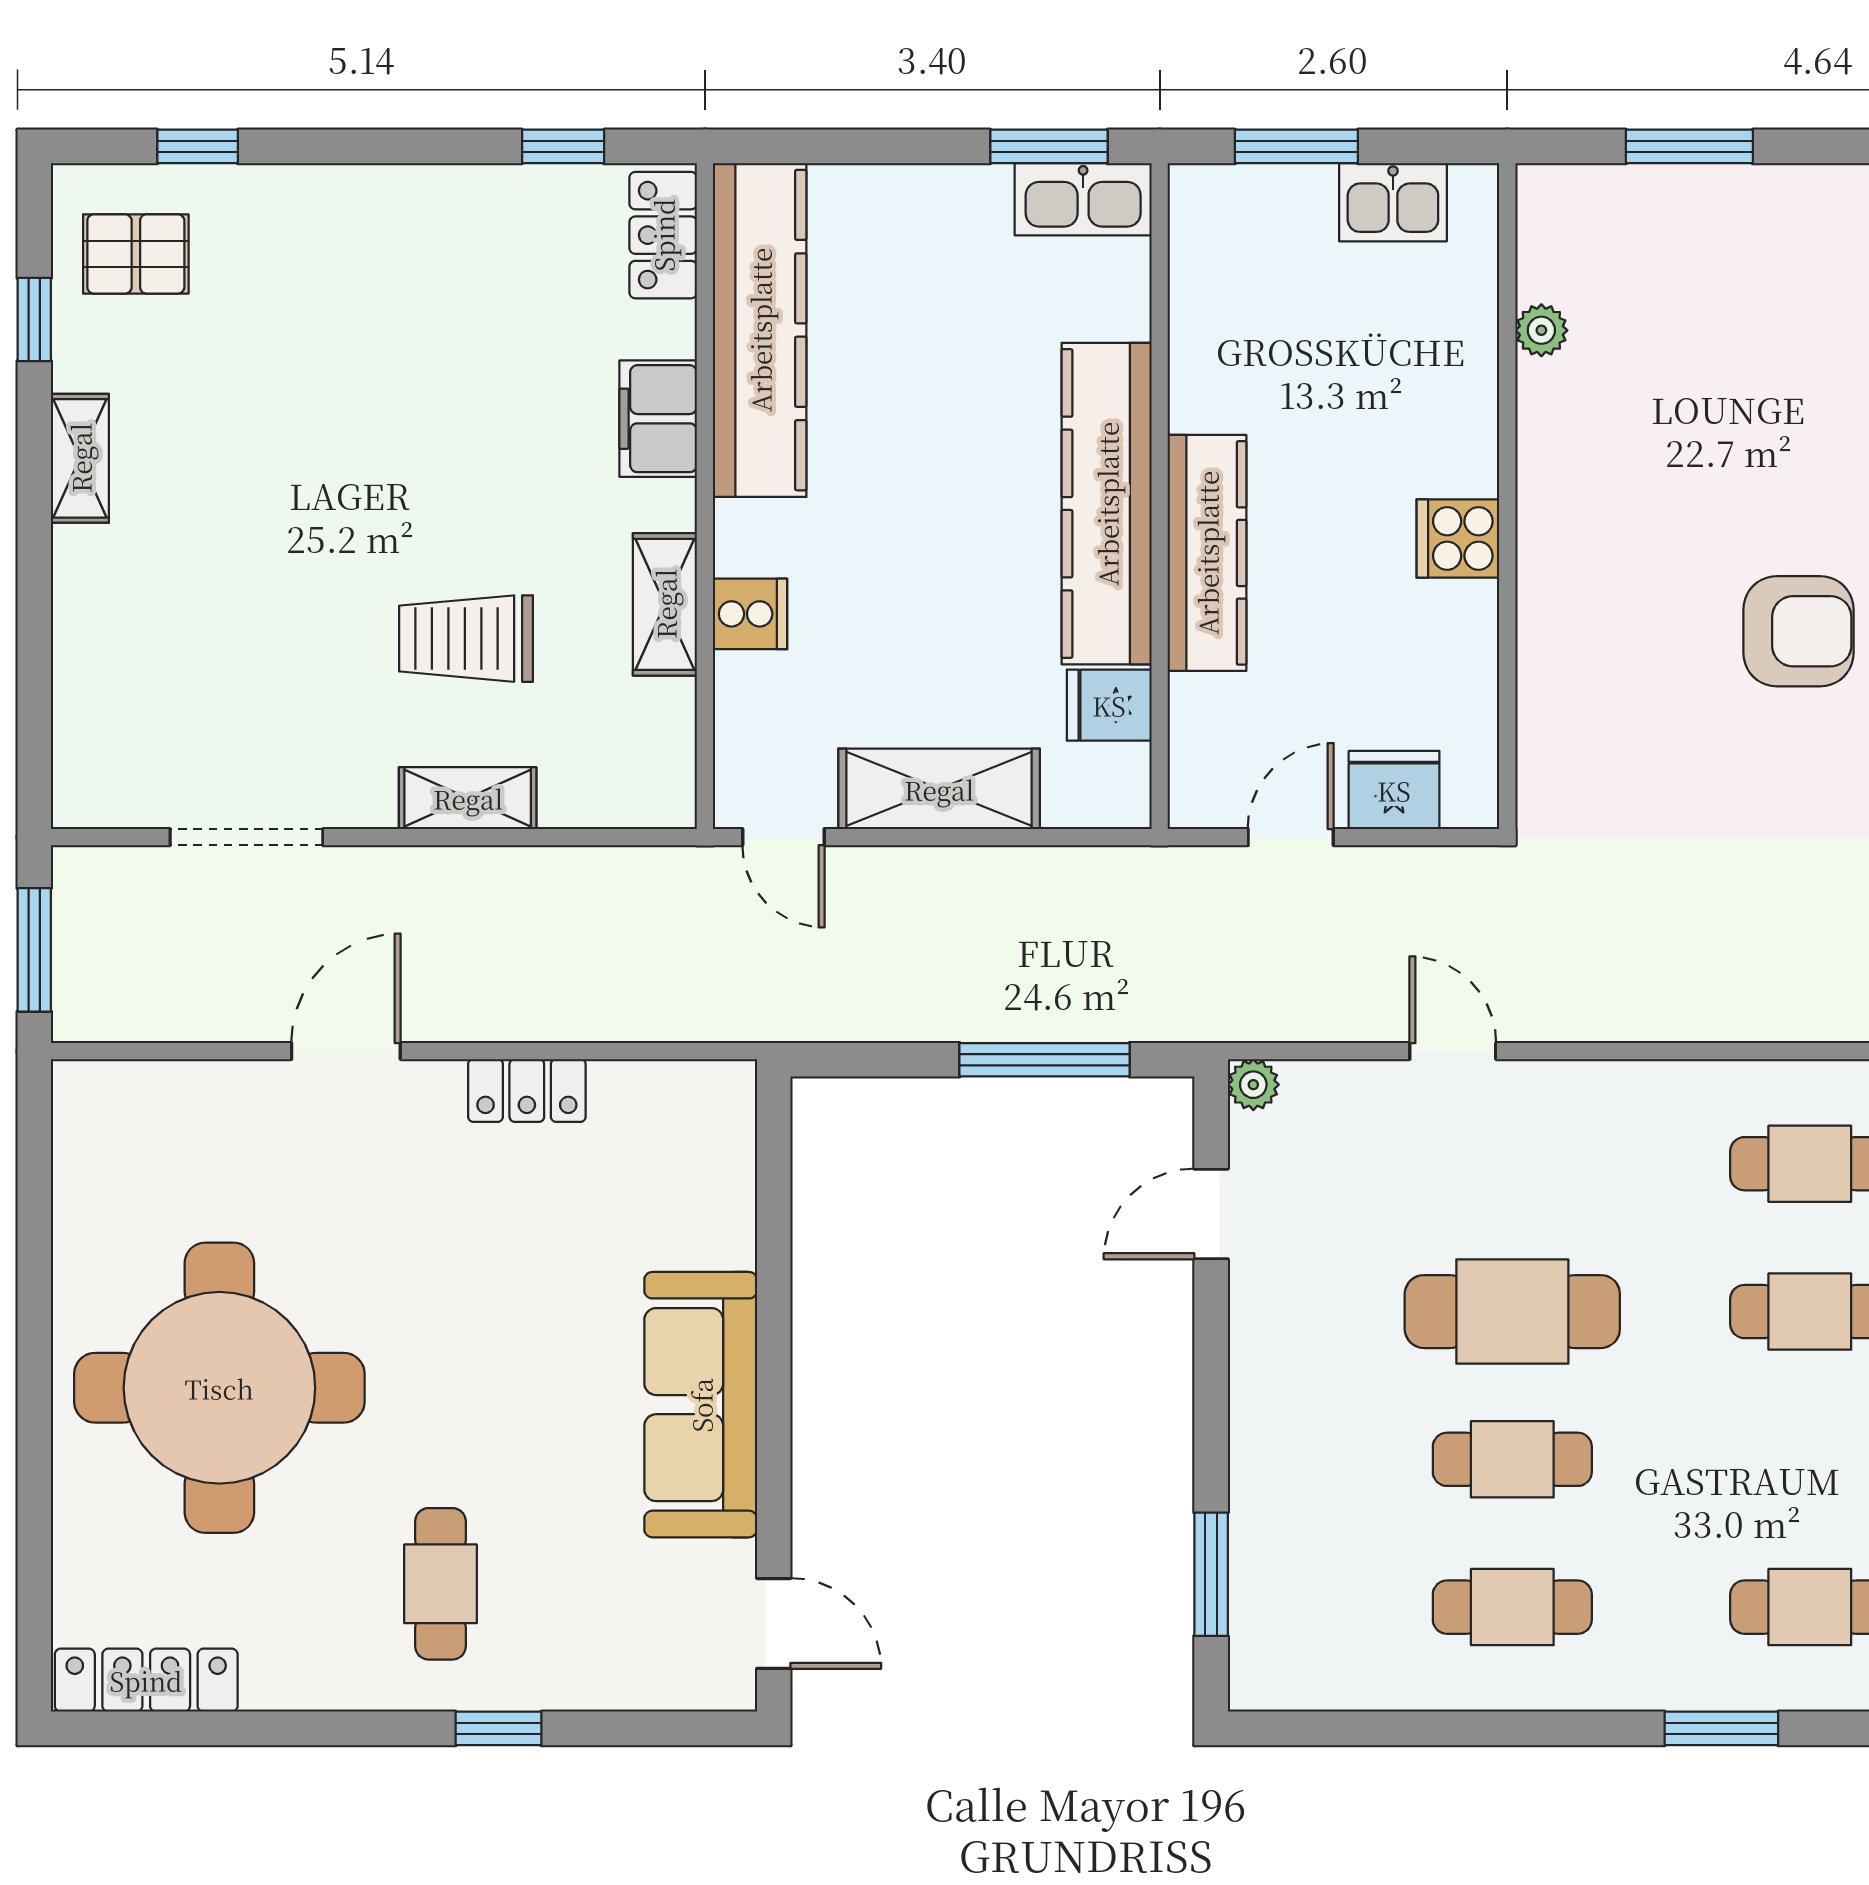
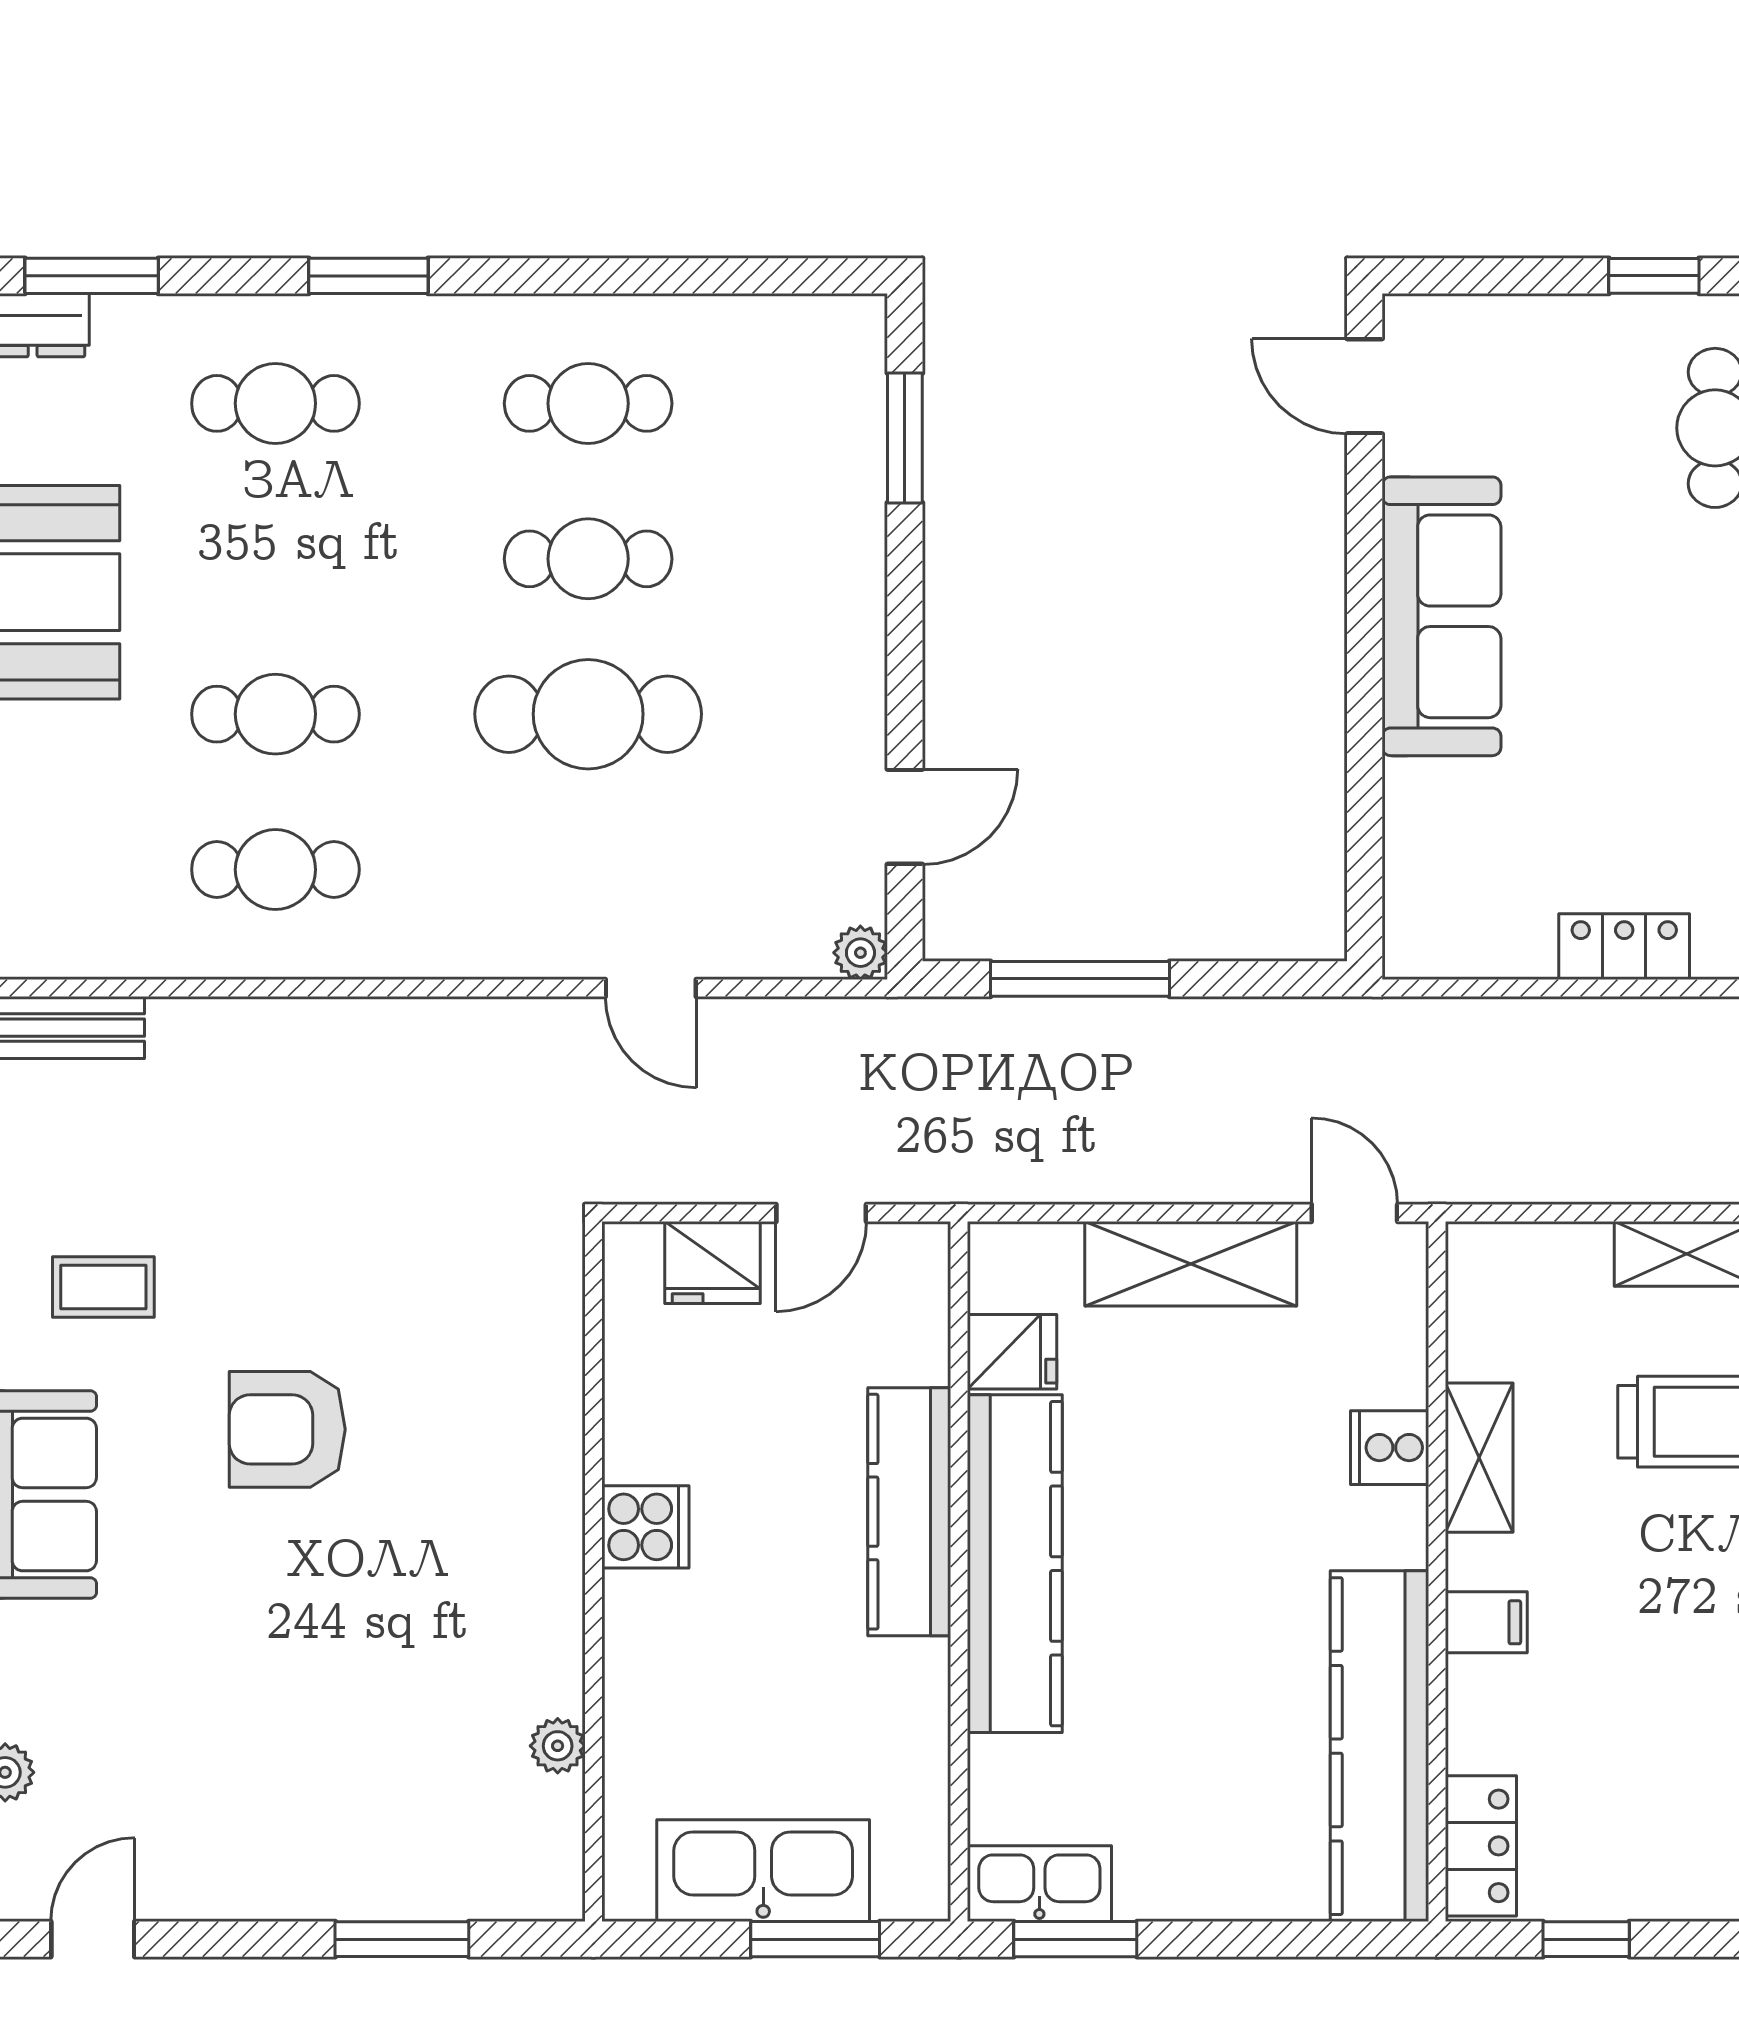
kitchen sink: (1393, 202) -> (763, 1871), width x1.88, depth x1.24
filing cabinet: (658, 419) -> (1486, 1622), width x0.50

